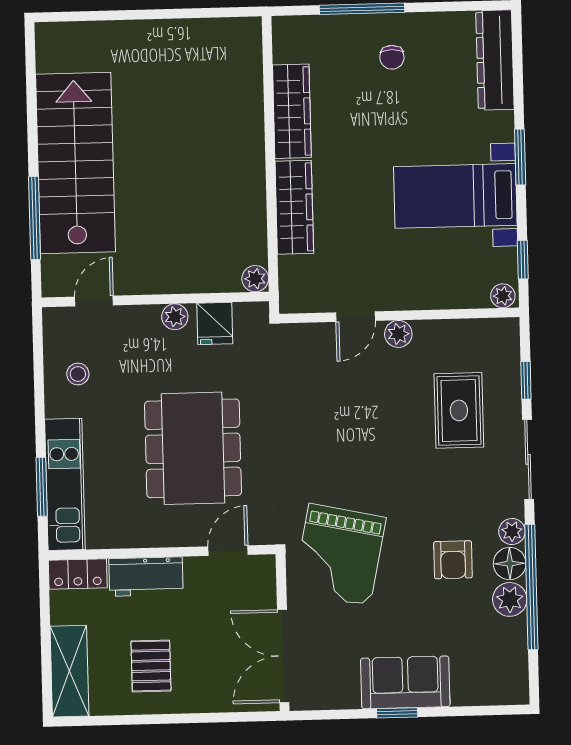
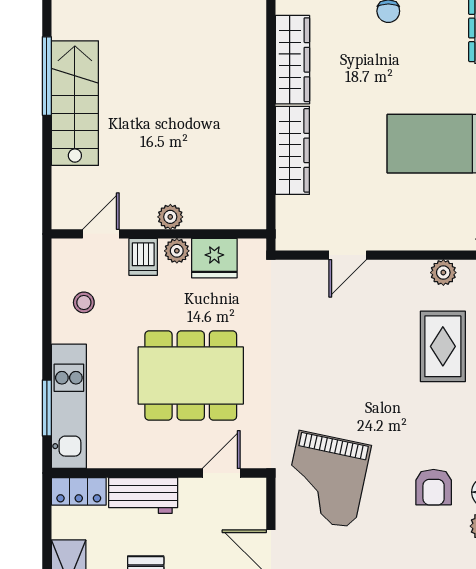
stairs: (75, 163) -> (75, 103), width x0.73, depth x0.66
window: (35, 218) -> (47, 76), moved
plant: (255, 279) -> (170, 217), moved
fridge: (215, 323) -> (214, 258), width x1.38
dishwasher: (139, 324) -> (143, 257), added
plant: (398, 334) -> (443, 273), moved
dining table: (193, 448) -> (191, 376), turned 90

